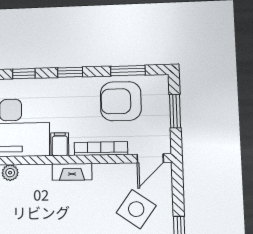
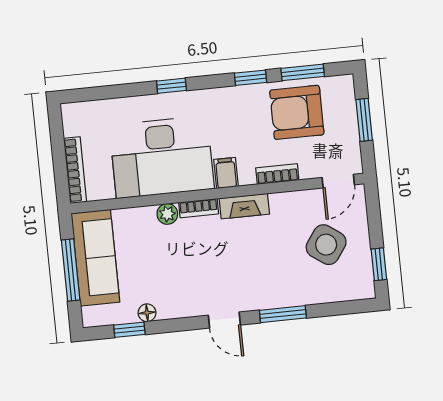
window: (70, 72) -> (250, 78), moved
bookcase: (101, 149) -> (277, 174), width x0.64
bookcase: (35, 170) -> (199, 208), added

